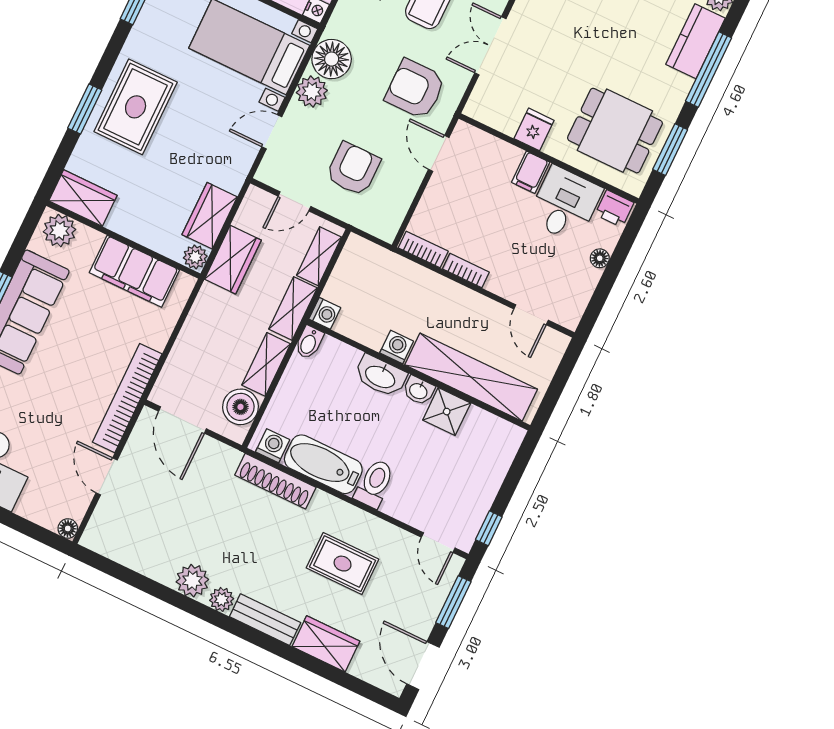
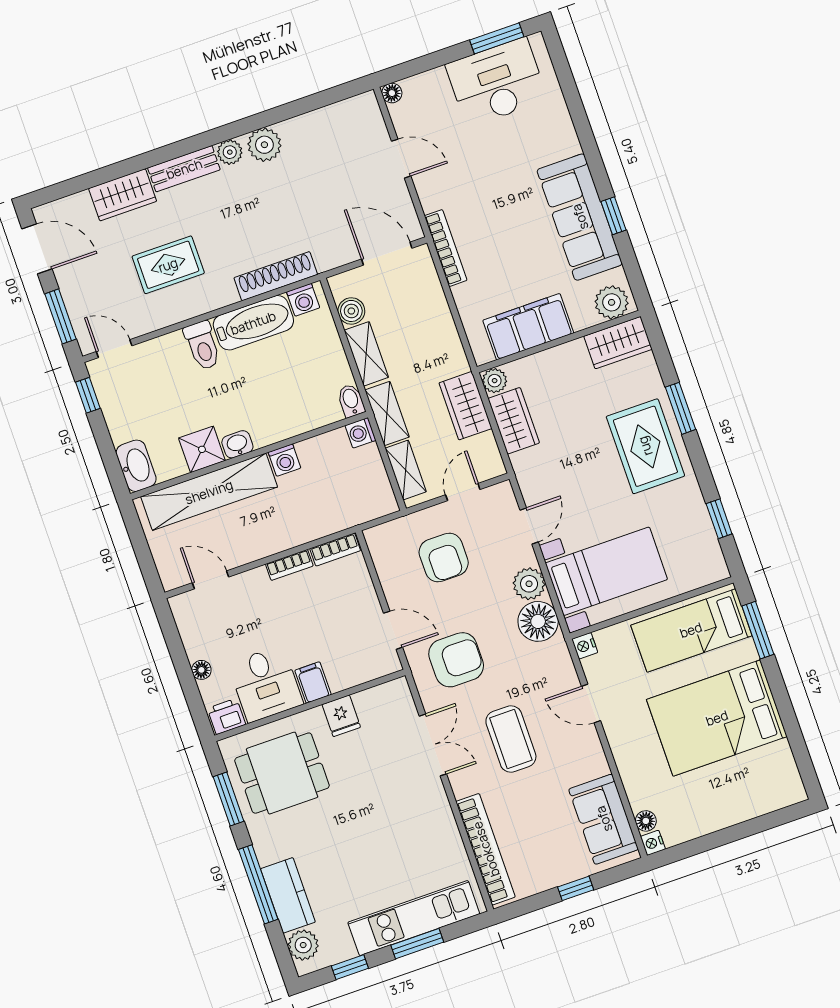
washbasin: (380, 376) -> (136, 466), moved, turned 90
bookcase: (127, 398) -> (446, 248), width x0.68, depth x0.76
boiler: (241, 407) -> (351, 311), width x0.73, depth x0.73

